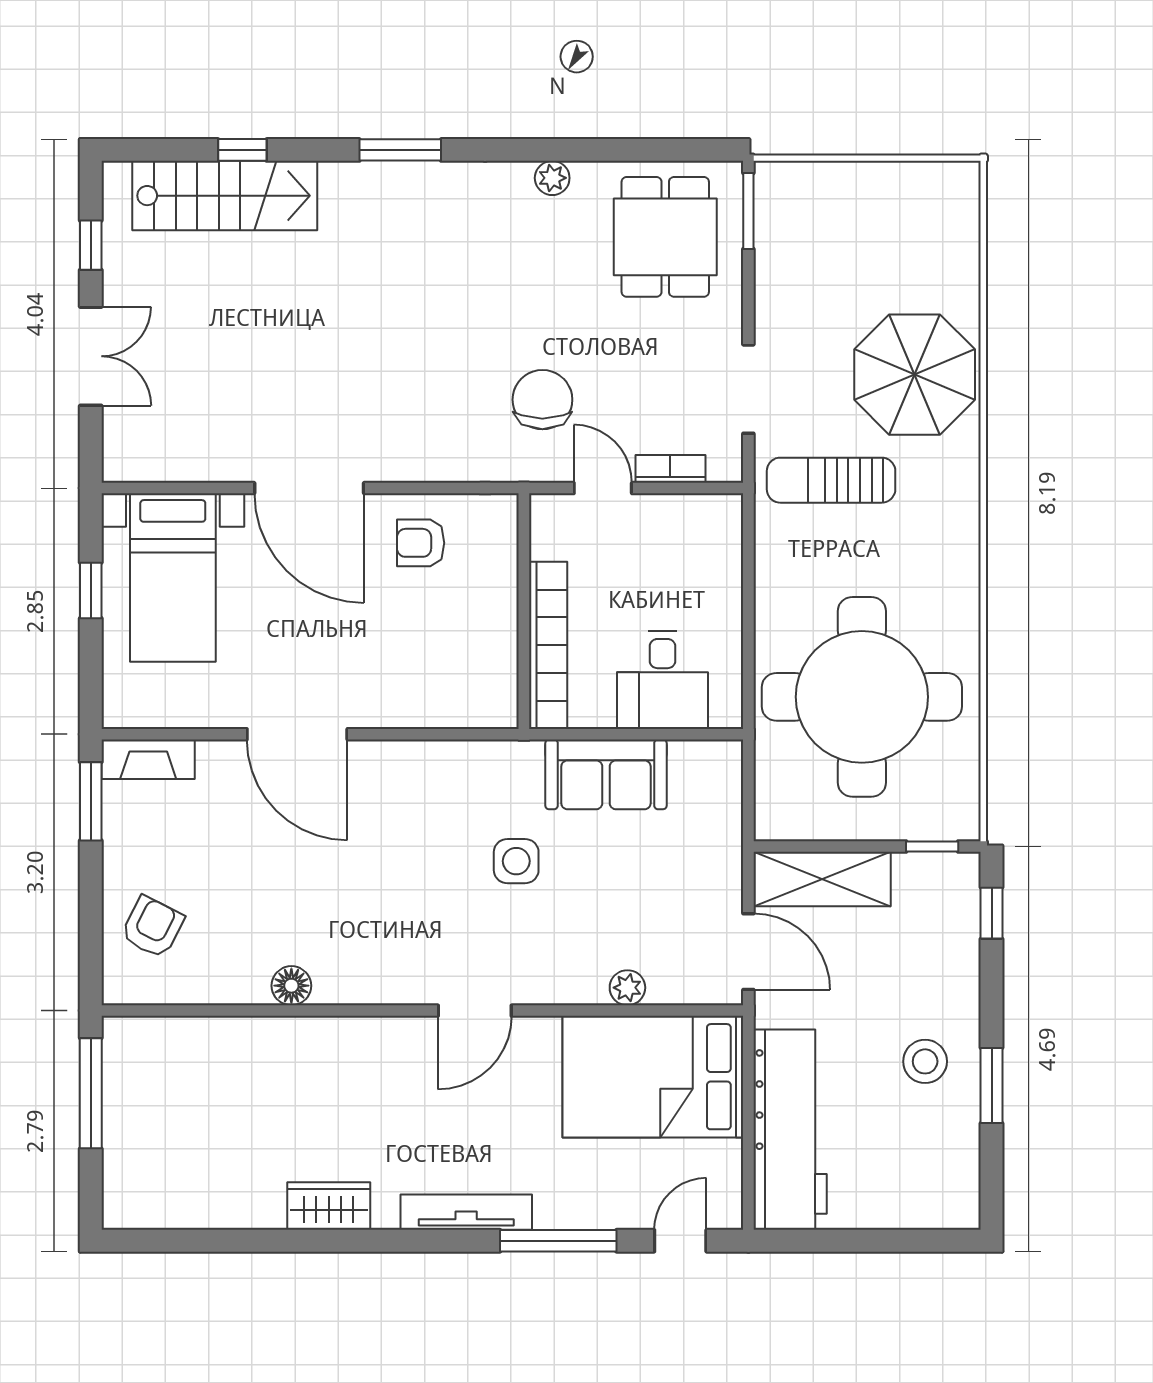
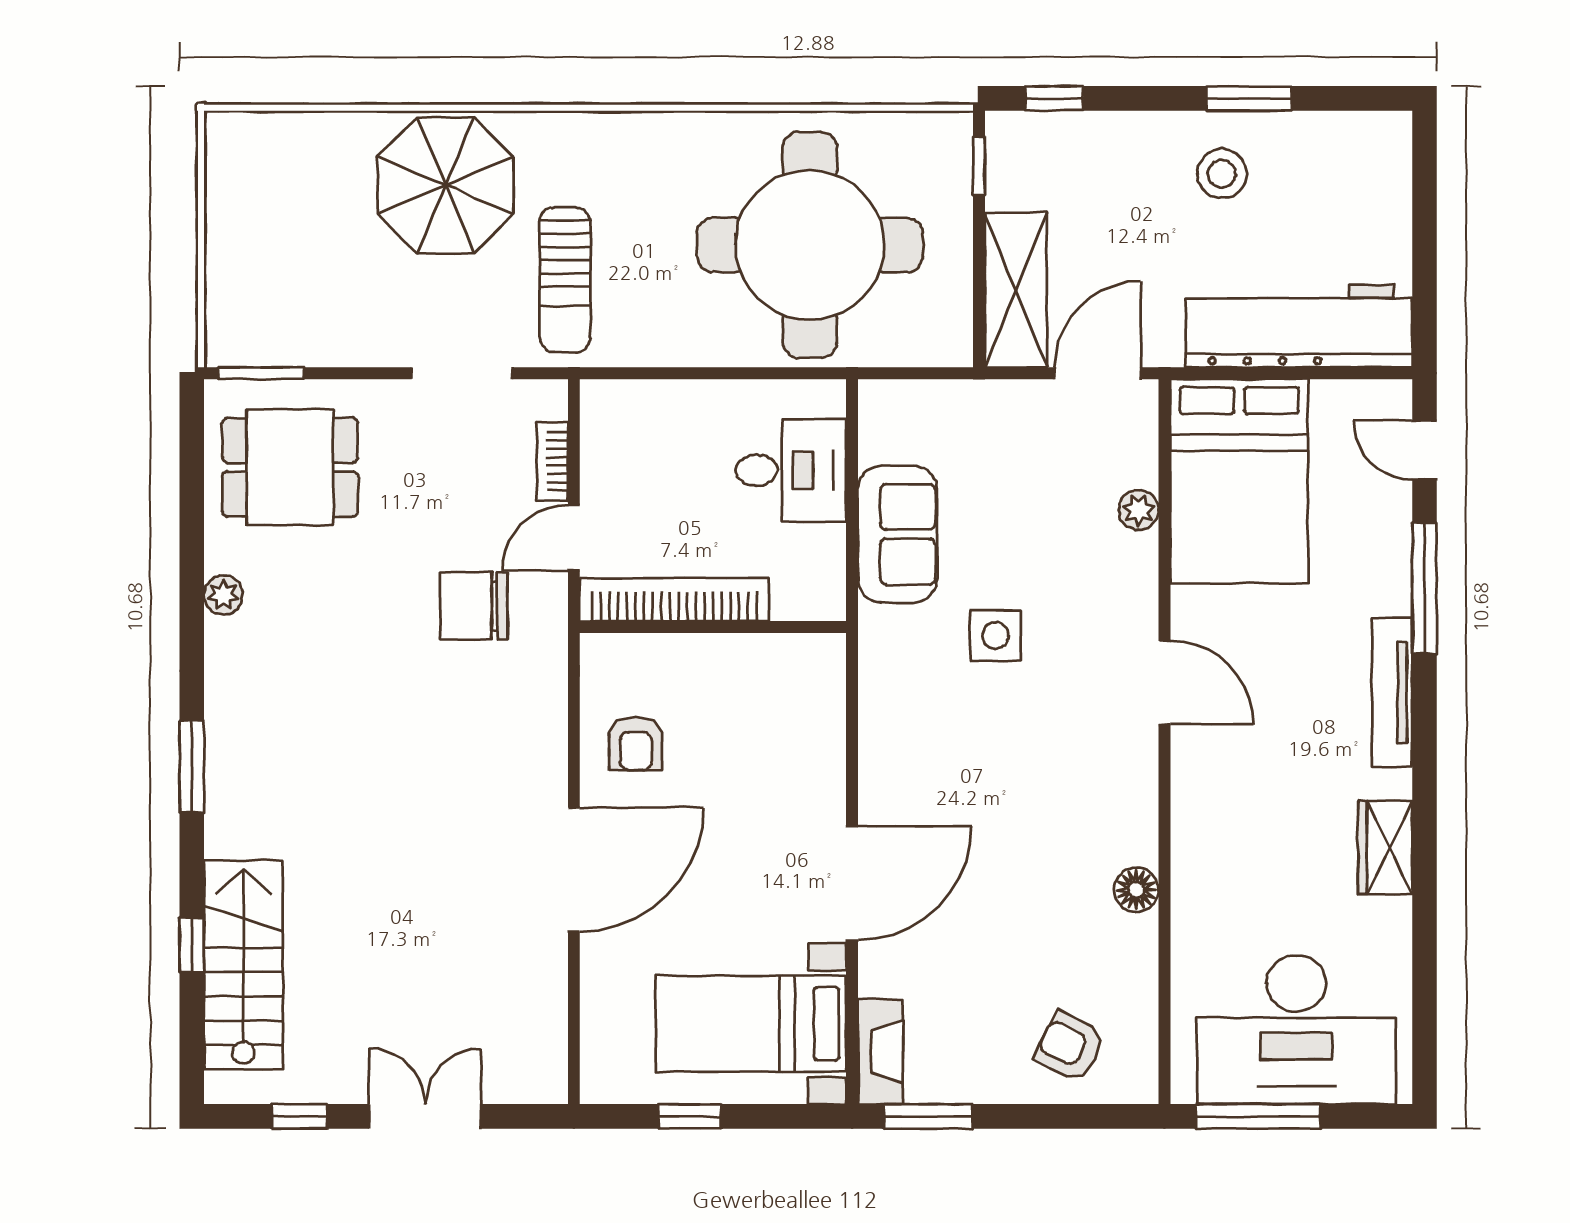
bed with nightstands: (173, 578) -> (751, 1024), moved, turned 180
bookcase: (548, 645) -> (674, 600), moved
desk: (168, 1127) -> (1296, 1030), added

